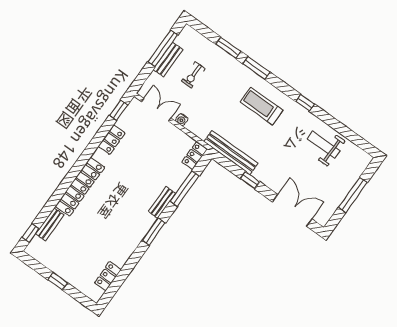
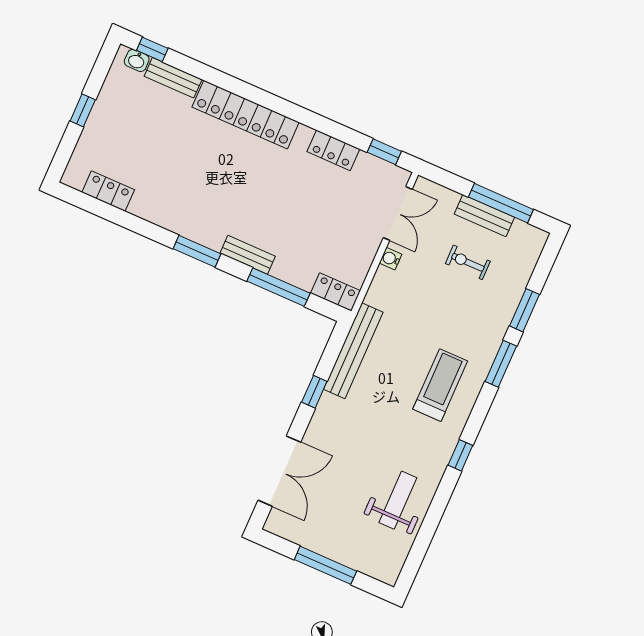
washbasin: (35, 244) -> (137, 60), added

